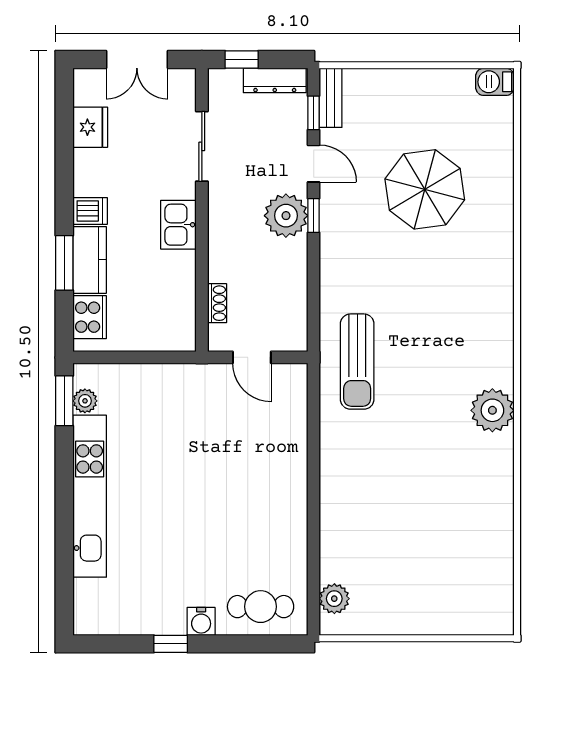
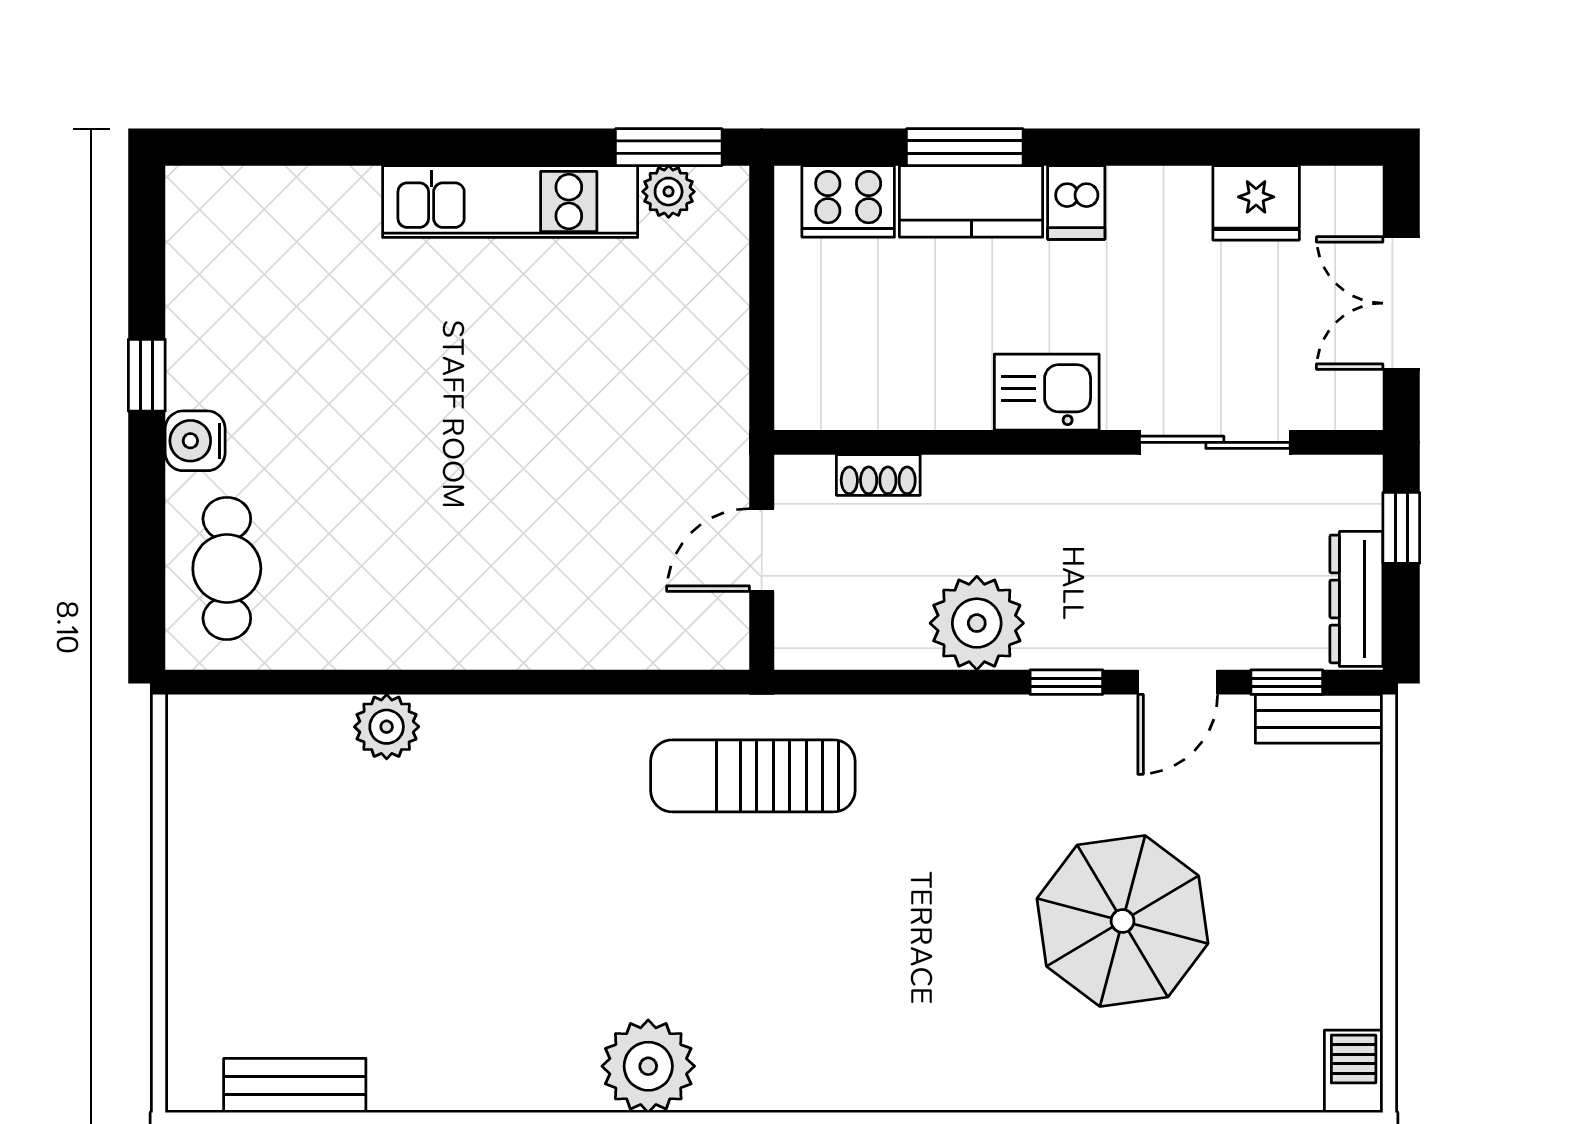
plant: (286, 216) -> (977, 623), moved
kitchen unit: (90, 496) -> (510, 202), width x0.73
bench: (501, 575) -> (295, 1085), added
plant: (334, 599) -> (387, 727), moved

